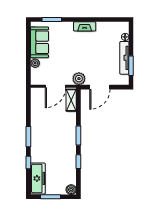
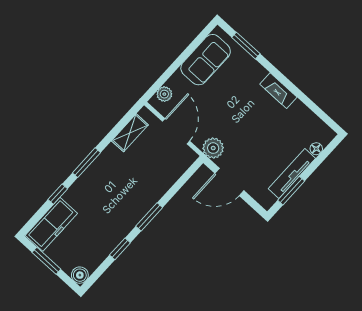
plant: (35, 63) -> (164, 94), moved
door: (55, 86) -> (176, 131), swing flipped
shelving: (71, 100) -> (130, 133), moved

